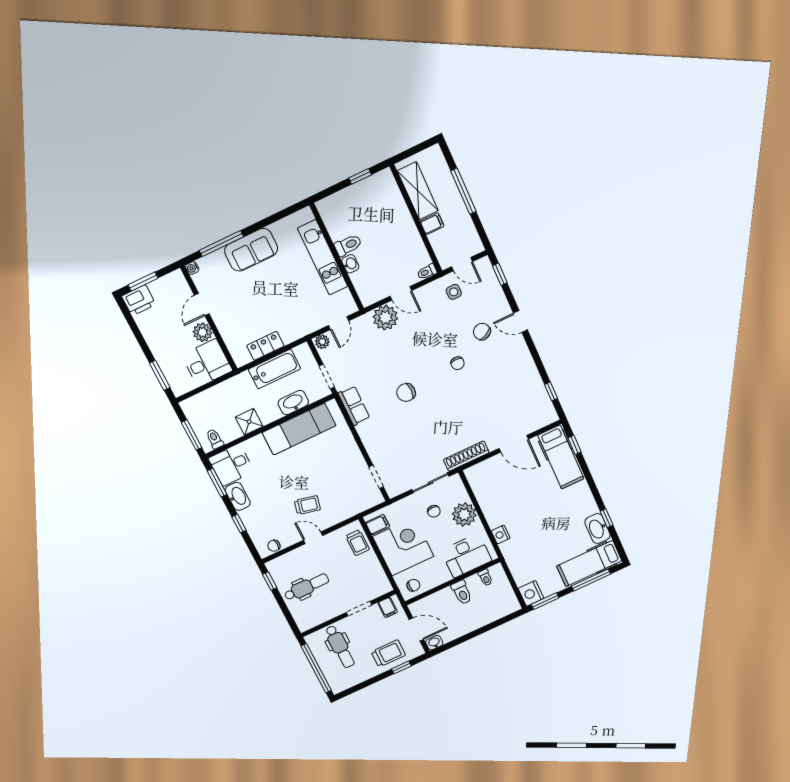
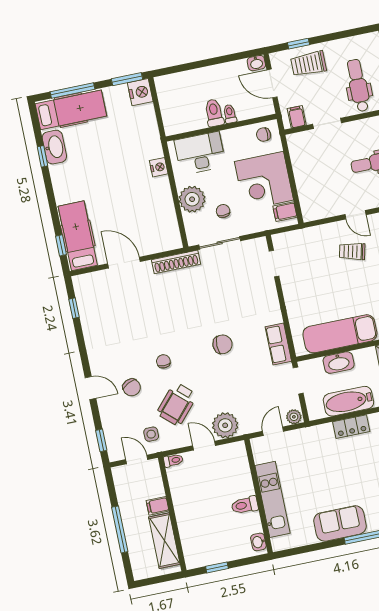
washbasin: (350, 264) -> (258, 542), moved
wheelchair: (436, 326) -> (177, 404), added
trolley: (358, 543) -> (311, 197), removed
toilet: (485, 578) -> (230, 114), moved

